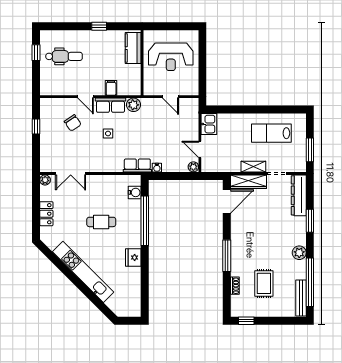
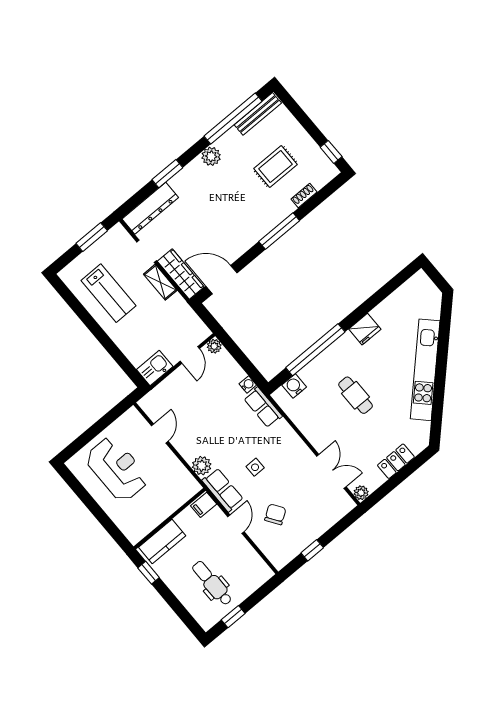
kitchen counter: (133, 48) -> (162, 542), moved
wall: (142, 63) -> (170, 519), moved

